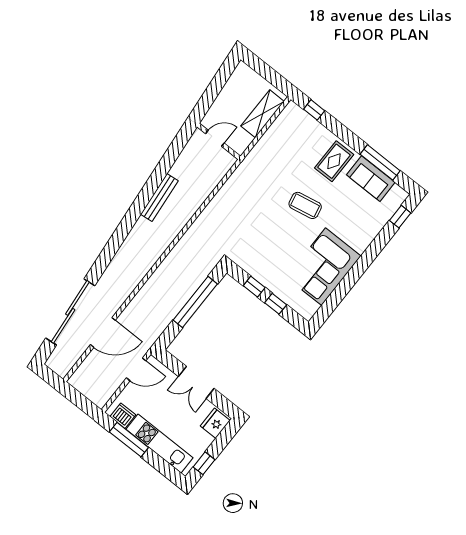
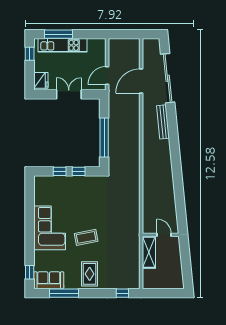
shelving: (263, 114) -> (149, 252), moved
door: (215, 138) -> (164, 235), swing flipped
sofa: (371, 179) -> (49, 280), moved
bench: (159, 198) -> (163, 122), moved
corner sofa: (324, 267) -> (50, 228), moved
dishwasher: (123, 416) -> (94, 45), removed
window: (129, 440) -> (58, 34), moved

